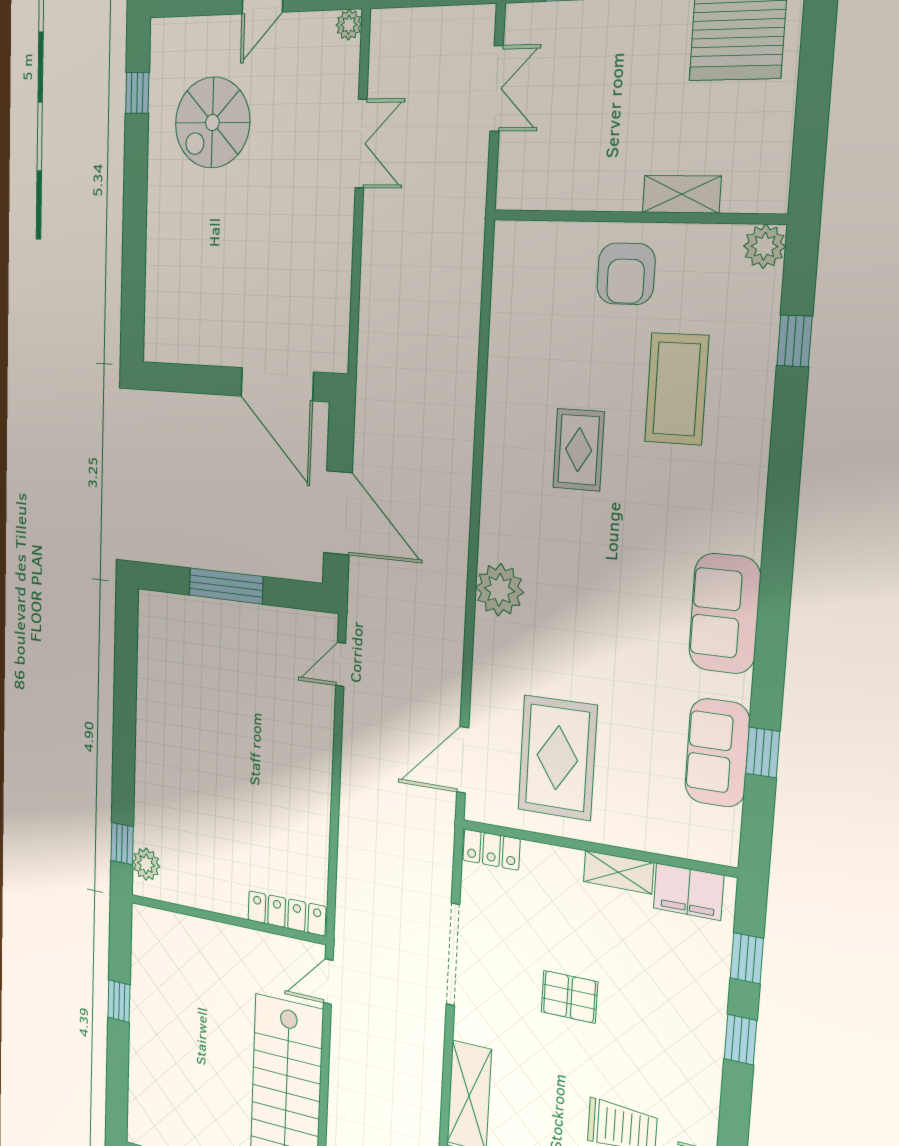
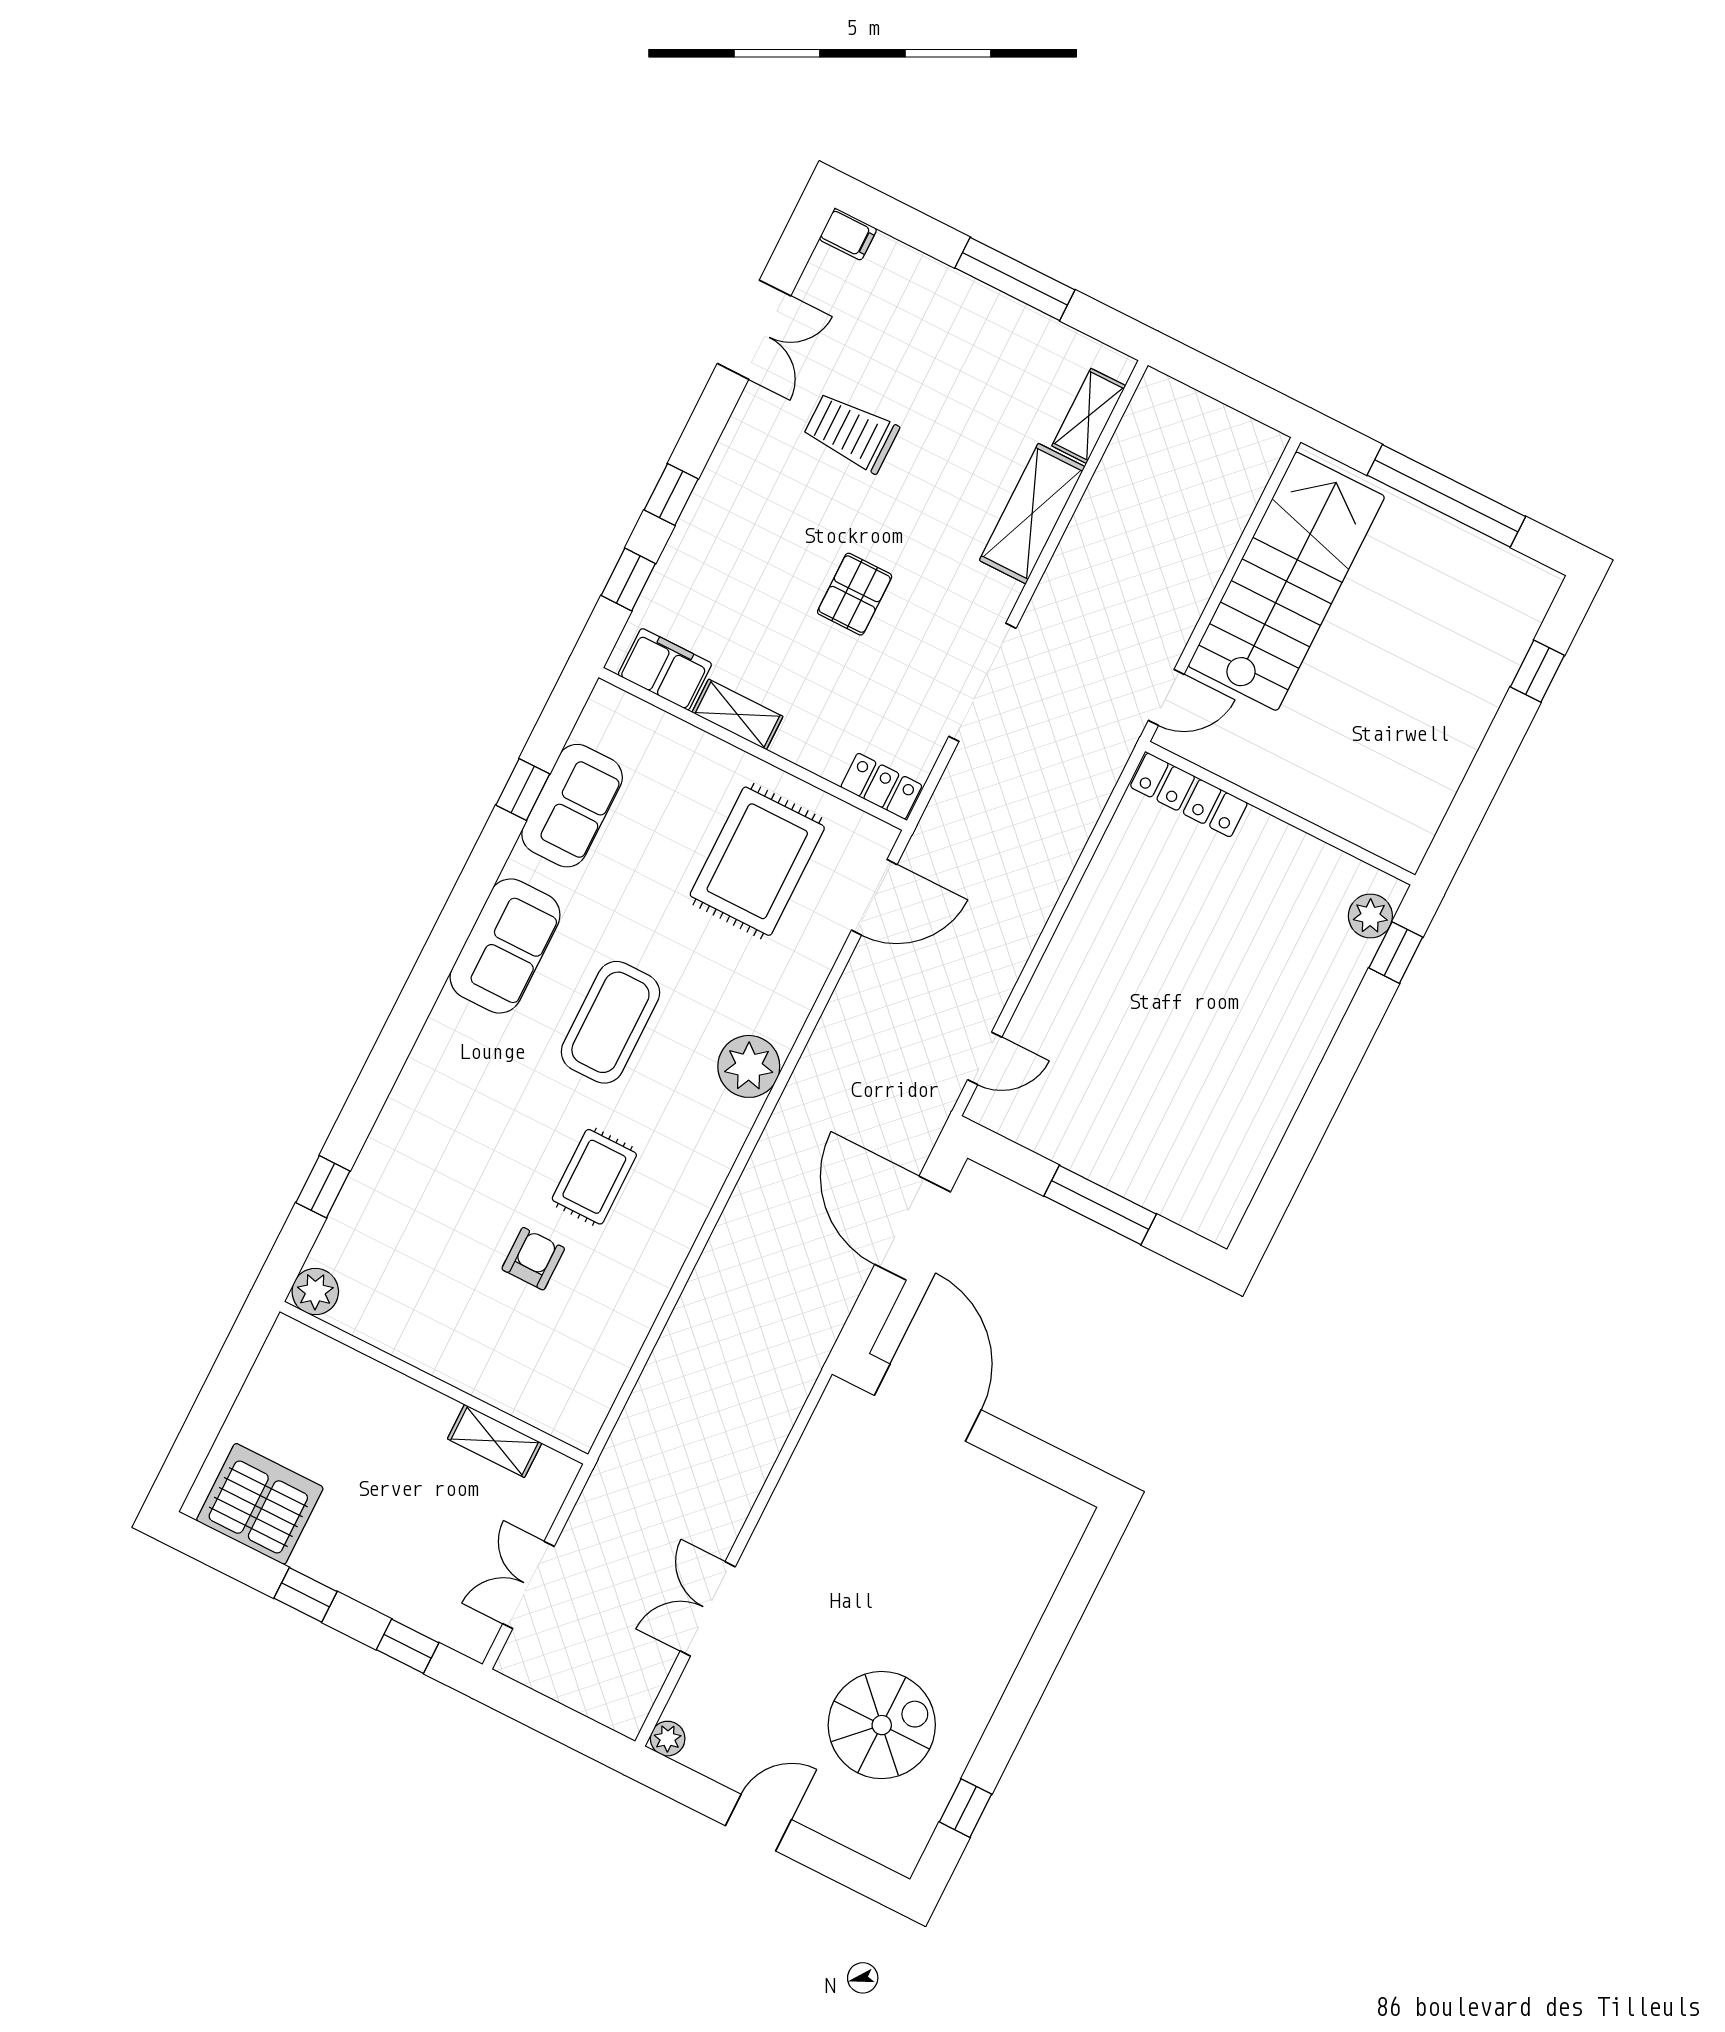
shelving: (682, 194) -> (495, 1441), moved
armchair: (626, 274) -> (533, 1259), moved, width x0.72, depth x0.72
coffee table: (677, 389) -> (610, 1022), moved
pallet: (569, 997) -> (855, 594), turned 90
window: (119, 1001) -> (1537, 671), moved

